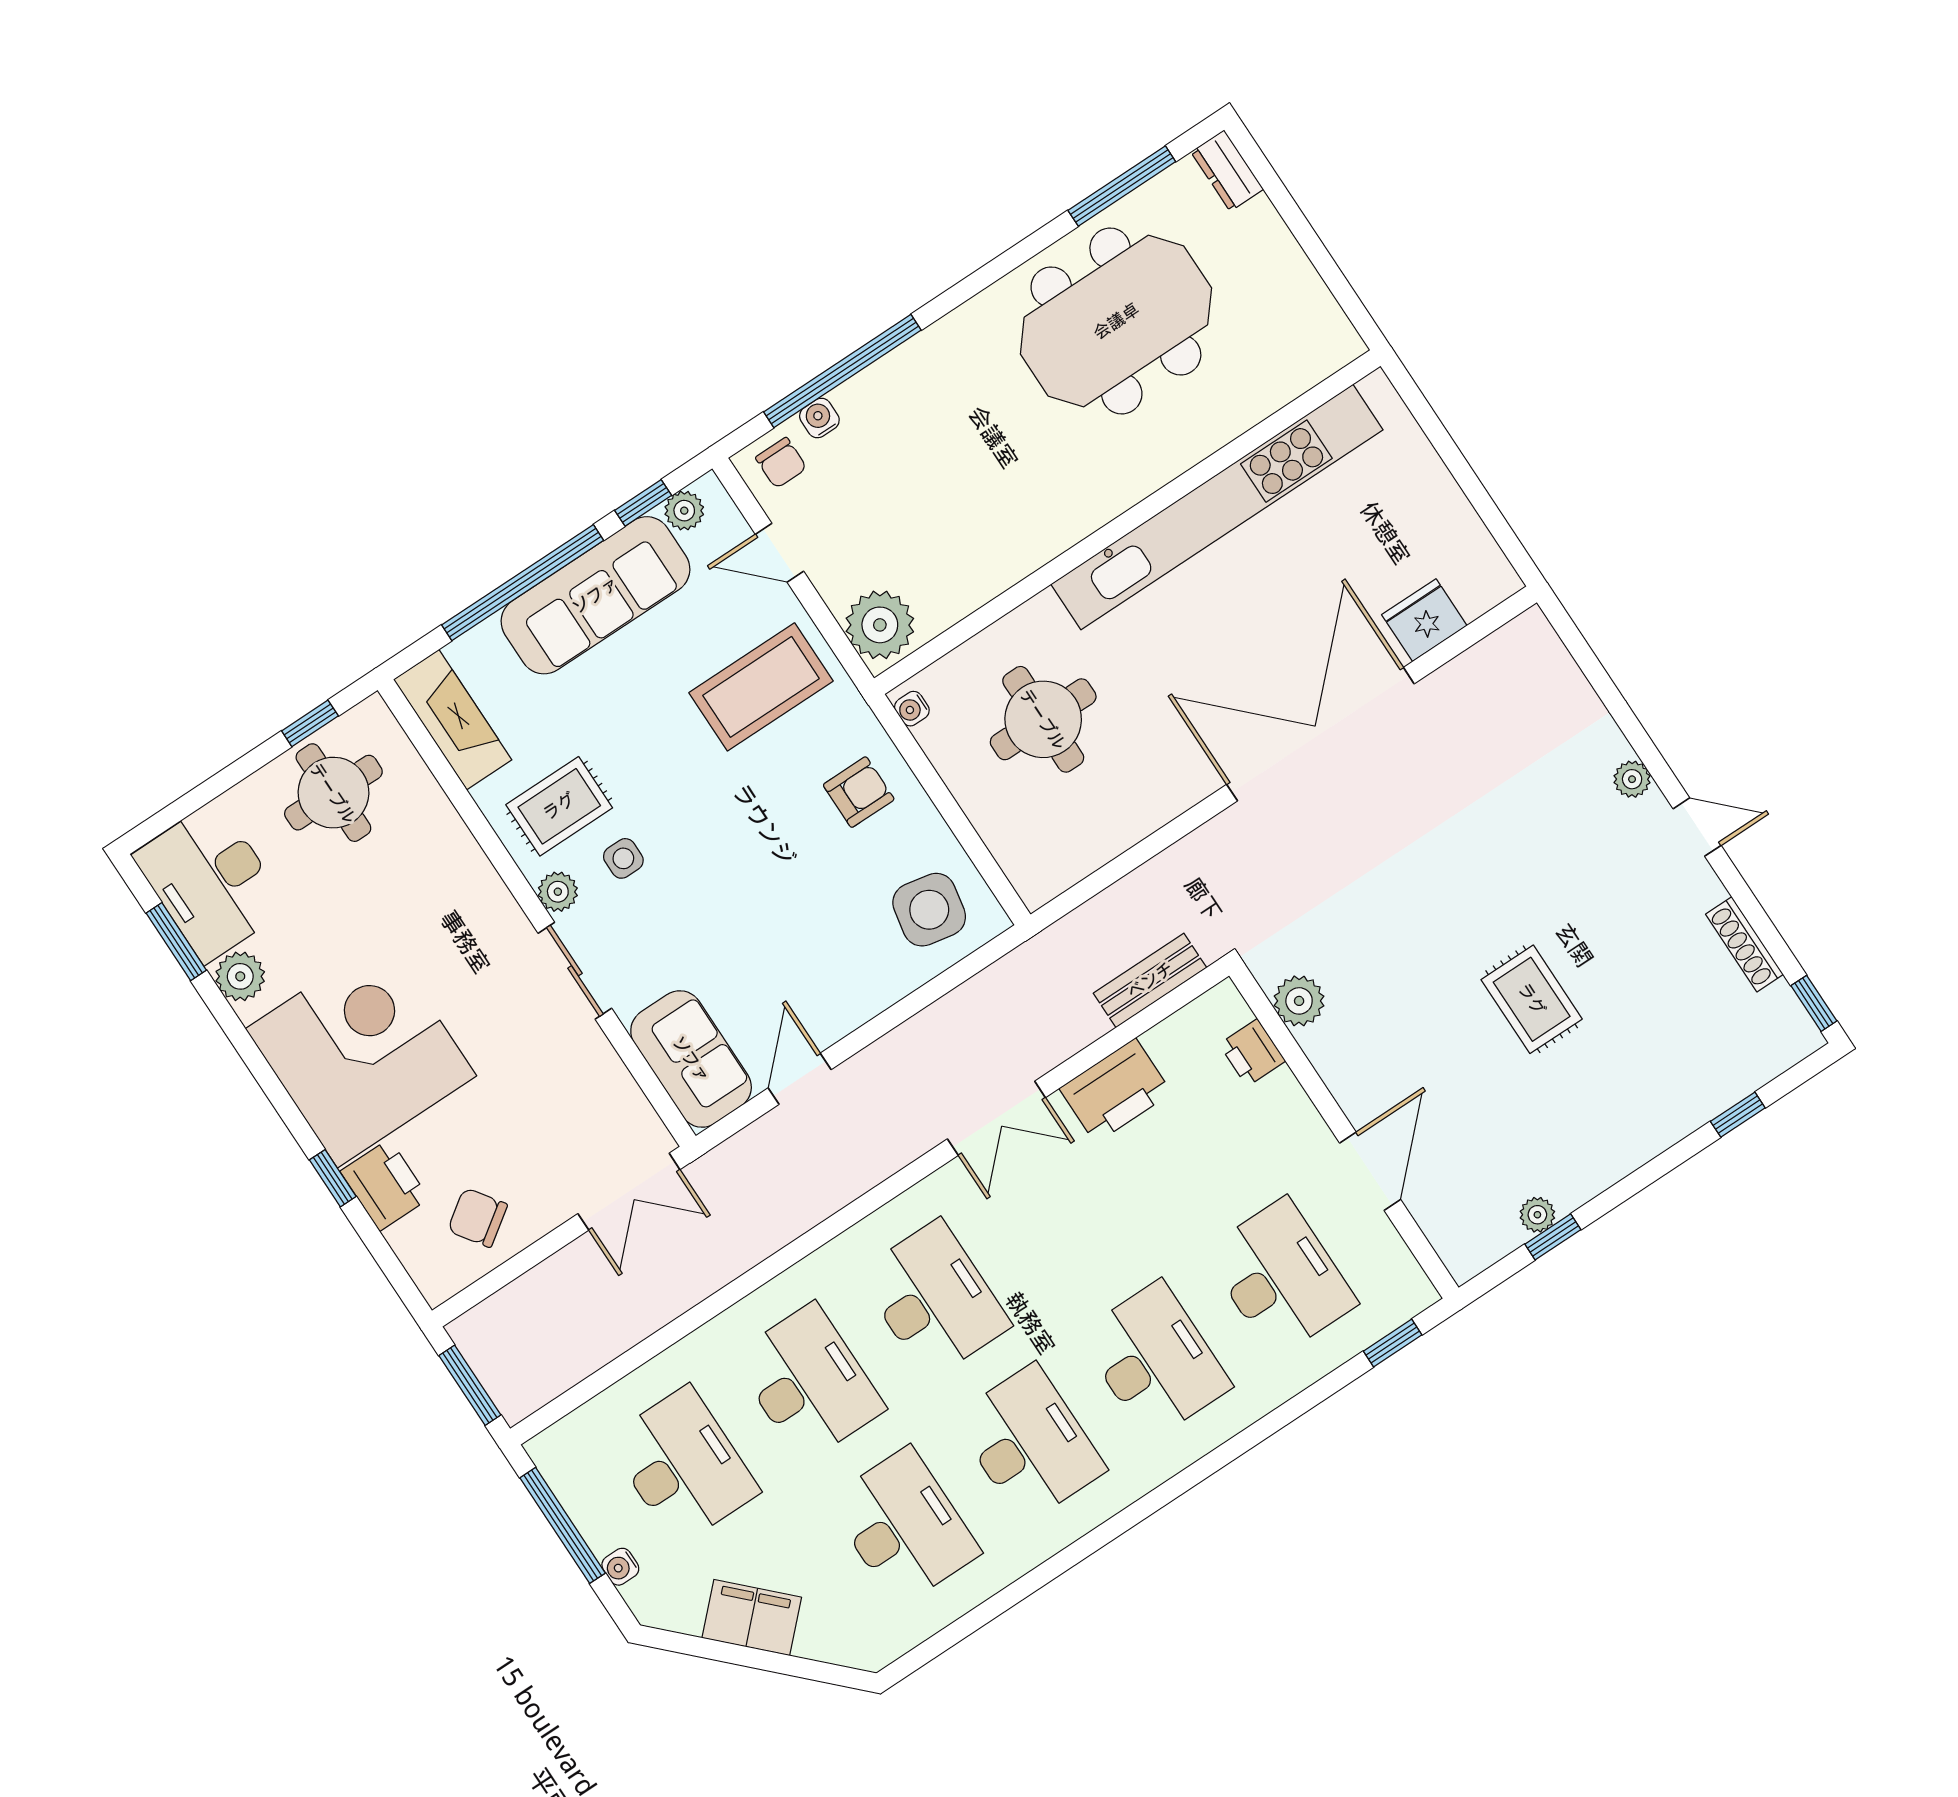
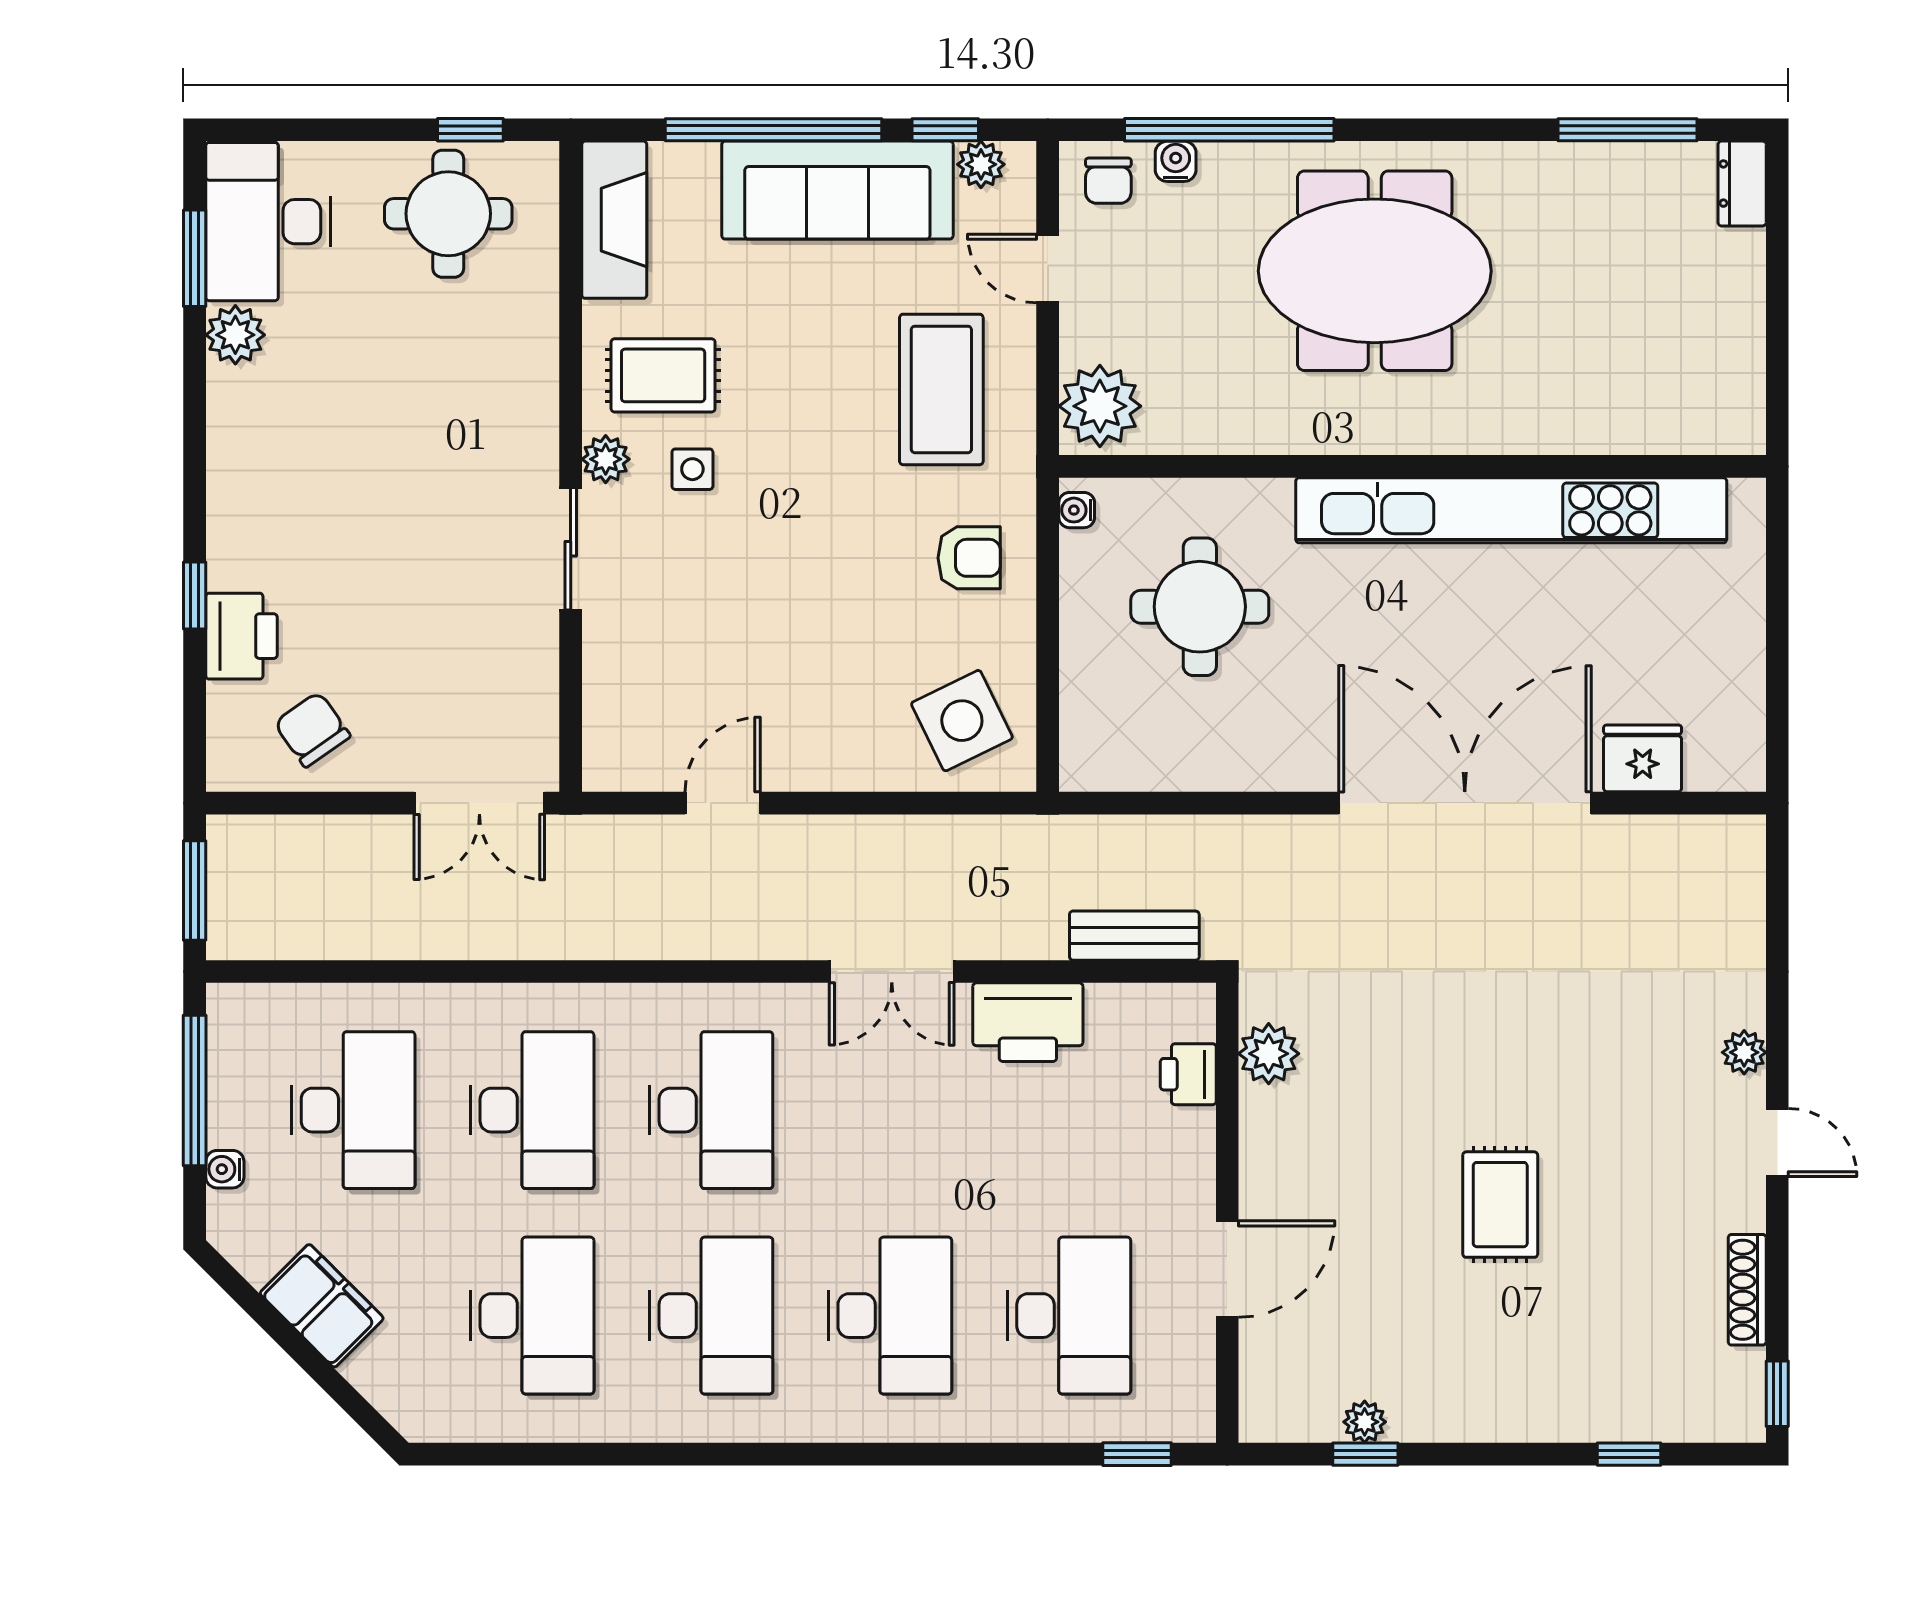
meeting table: (1116, 321) -> (1375, 271), moved
coffee table: (761, 687) -> (941, 389), turned 90
side table: (929, 910) -> (962, 721), turned -37
corner desk: (361, 1052) -> (305, 489), removed
sofa: (691, 1059) -> (628, 712), removed

